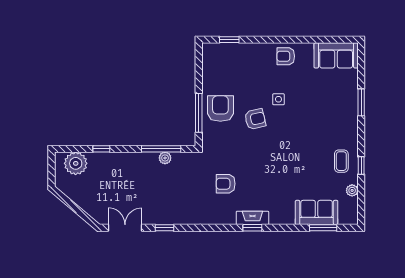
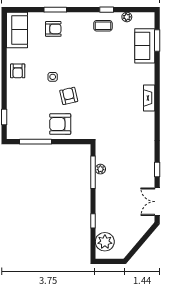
window: (199, 113) -> (35, 142), moved
armchair: (226, 184) -> (53, 29), moved, turned -90
window: (252, 228) -> (157, 98), removed

